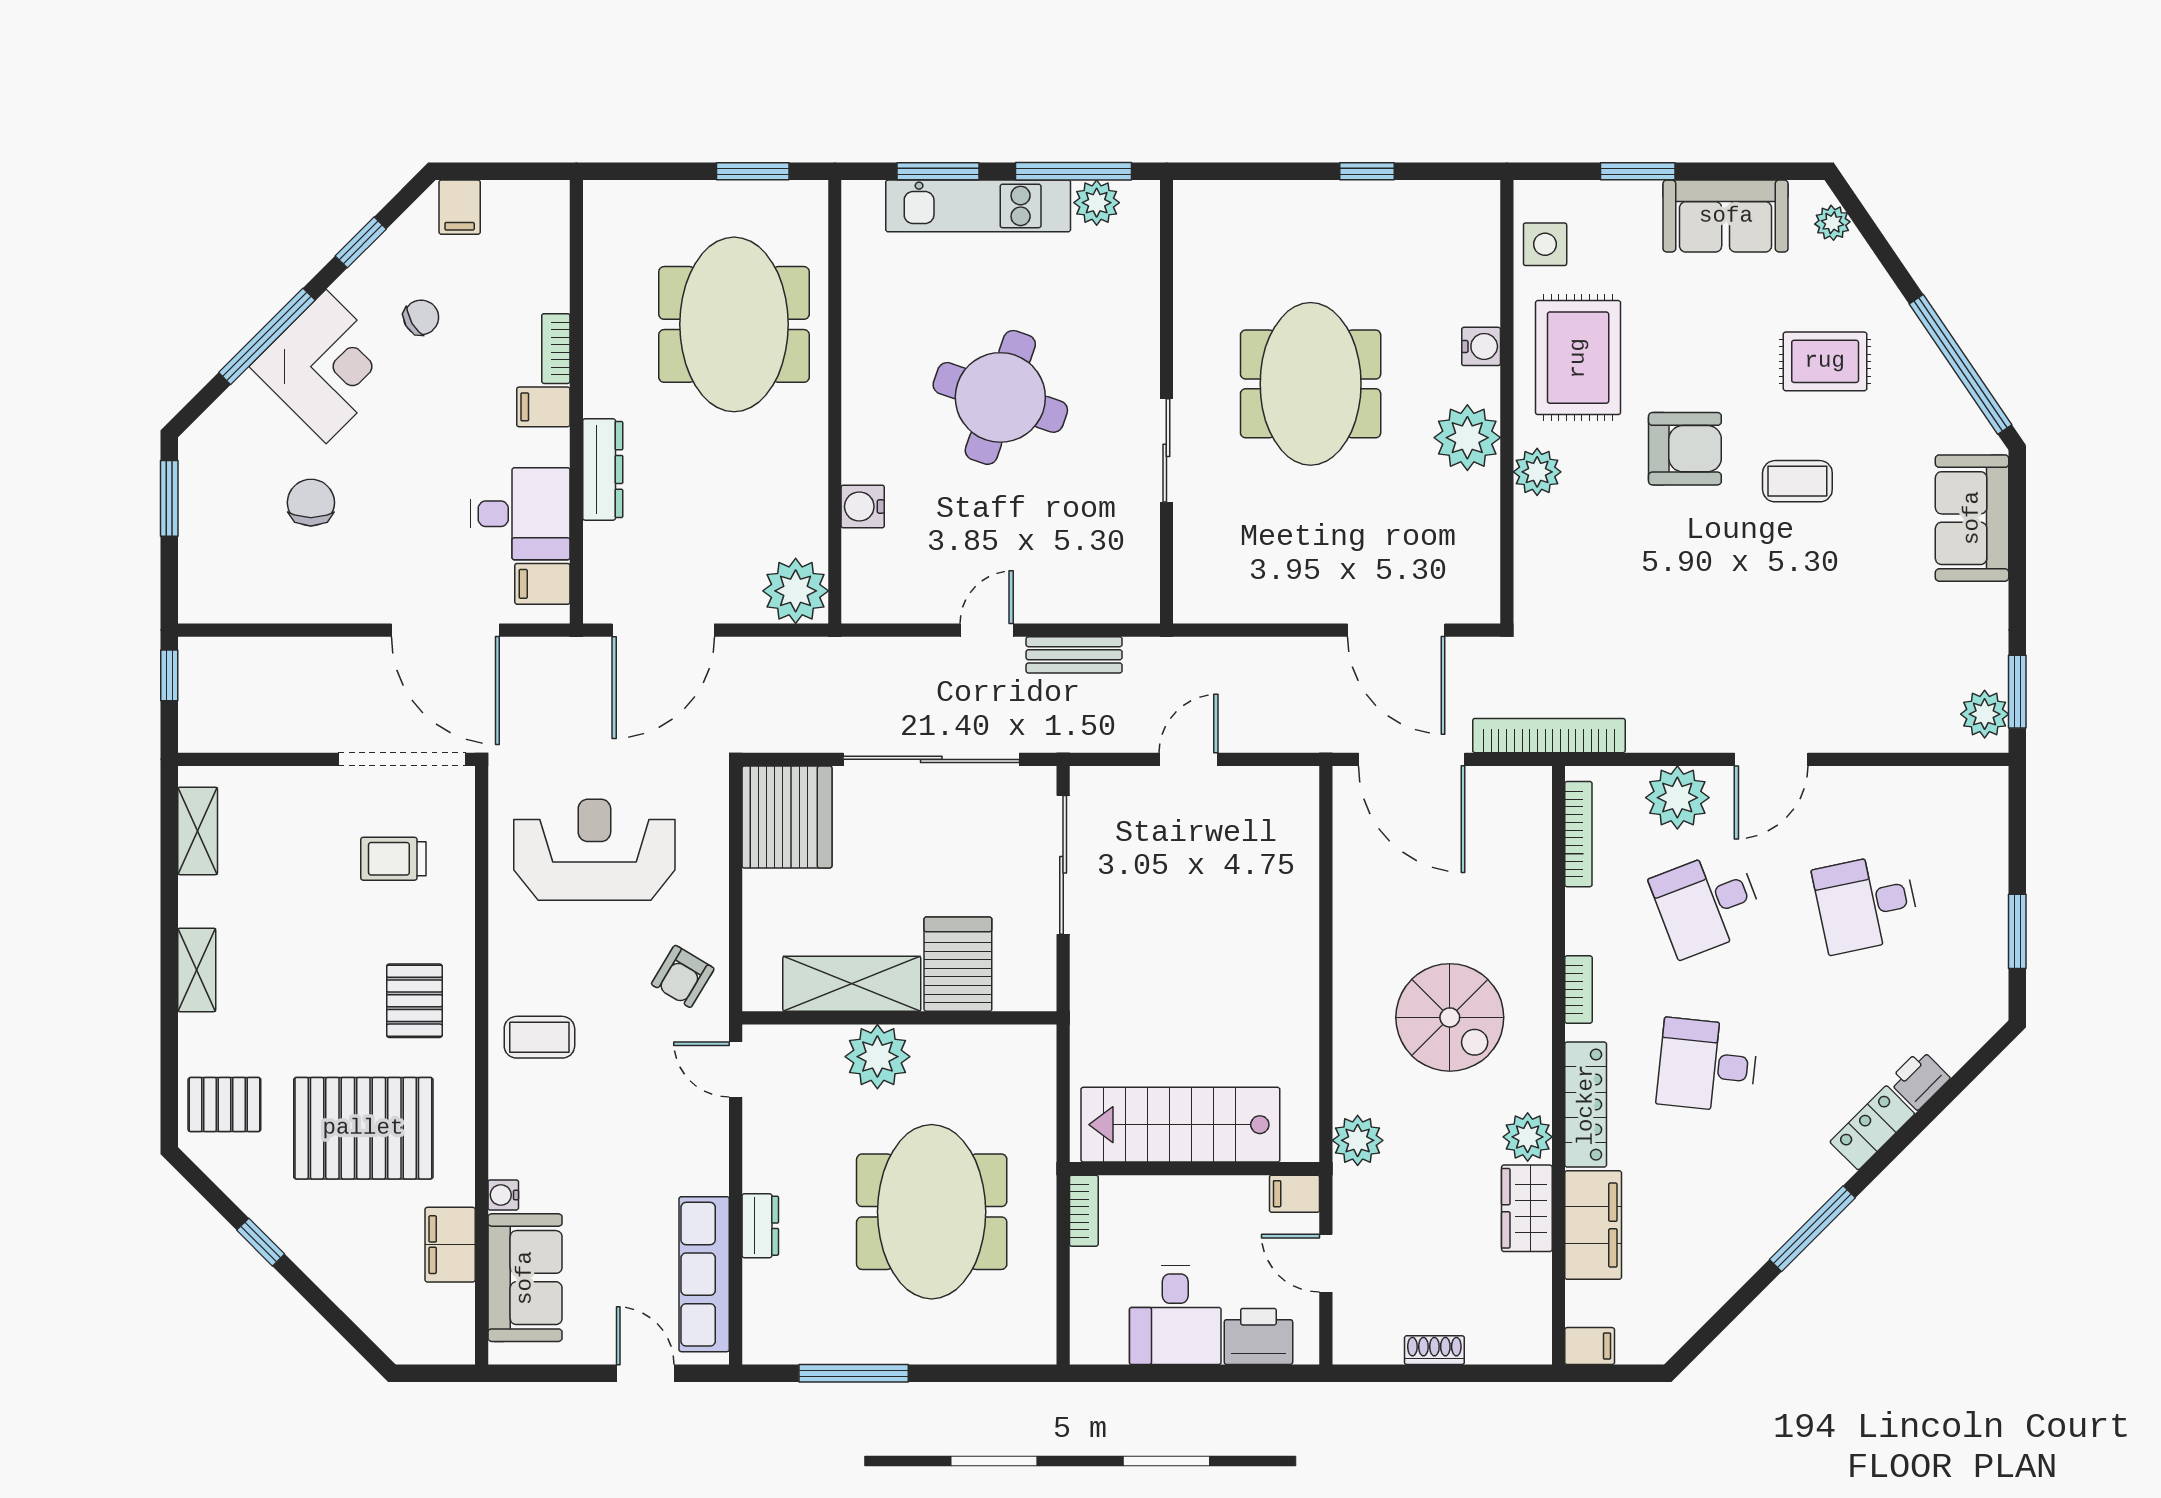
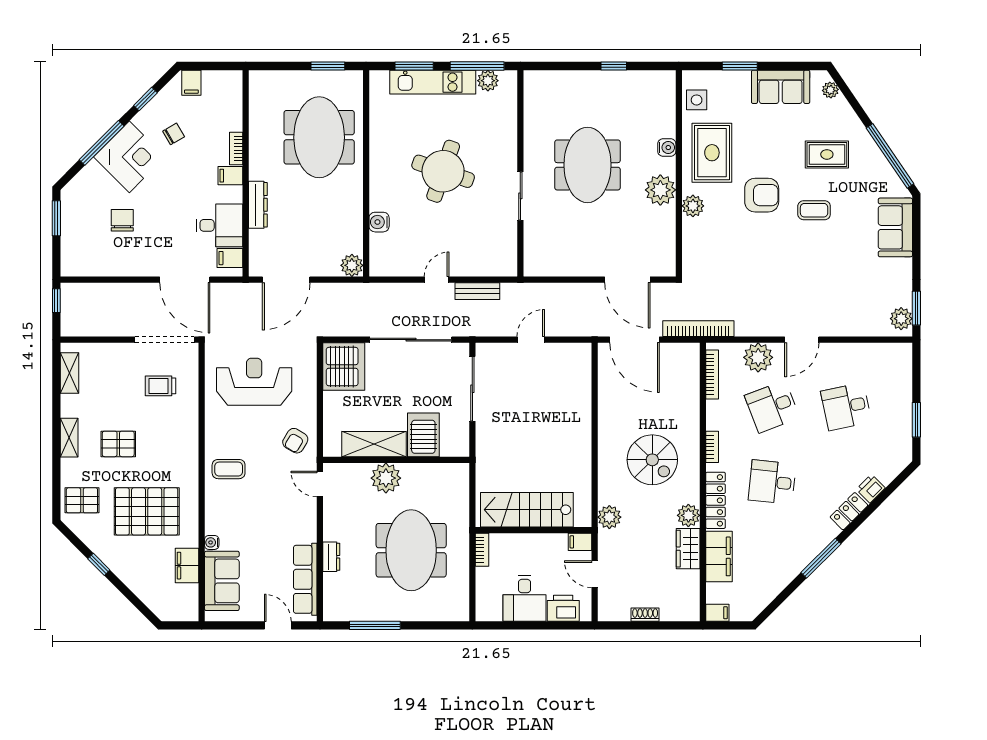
plant: (796, 591) -> (352, 265), width x0.73, depth x0.73
pallet: (414, 1001) -> (118, 444), moved, turned 90

